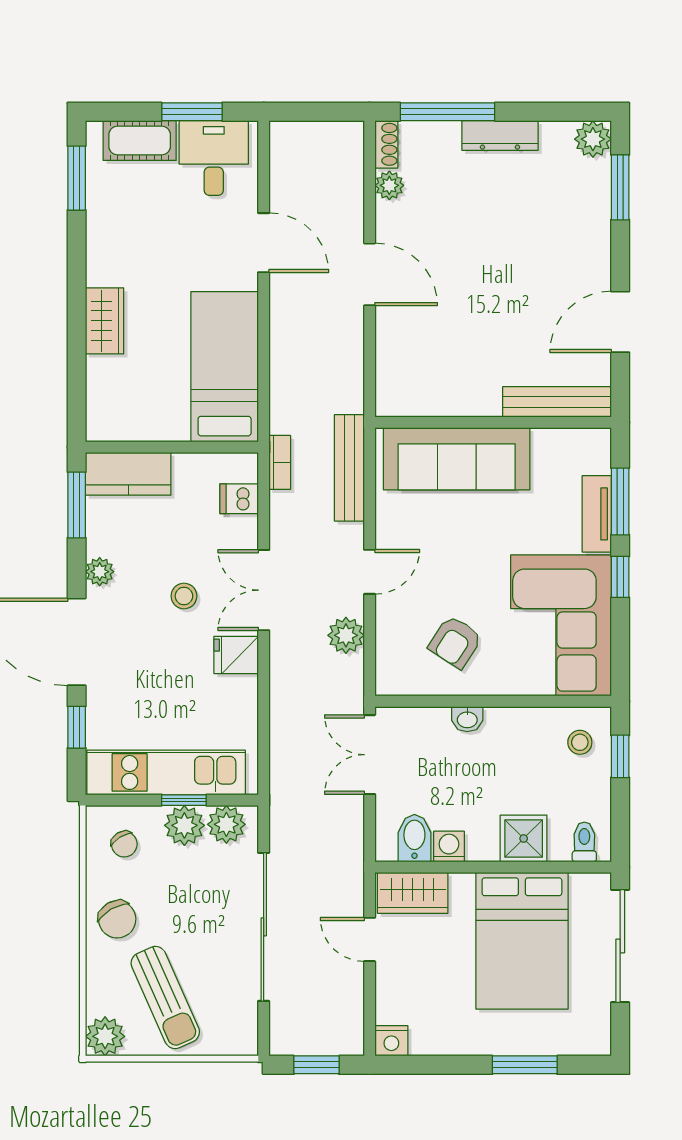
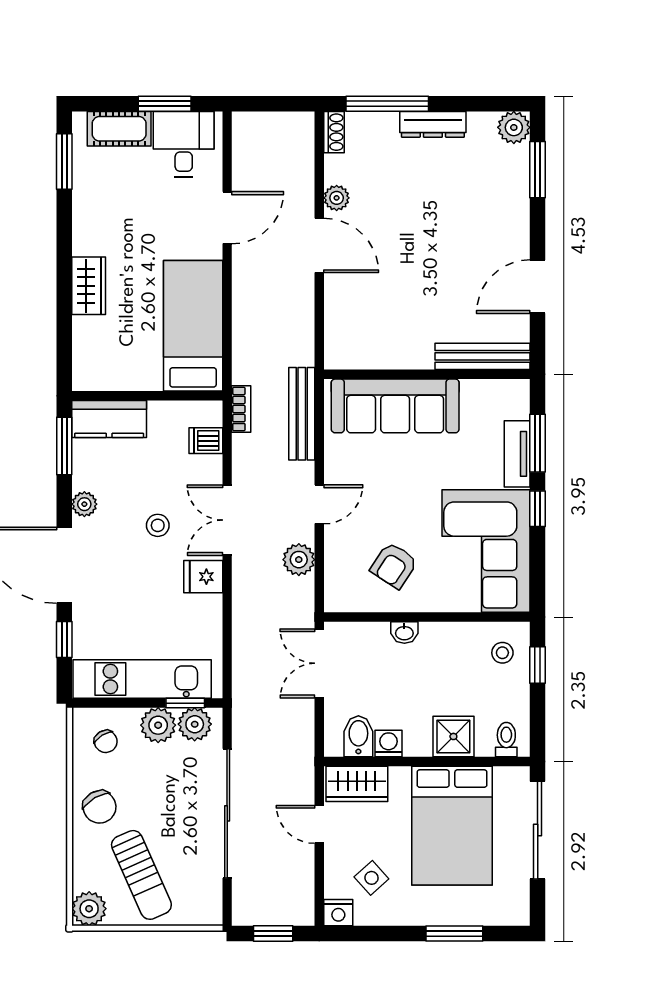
plant: (389, 185) -> (337, 198), moved
door: (264, 243) -> (227, 218), hinge flipped
window: (184, 800) -> (185, 703), moved
side table: (429, 1001) -> (371, 878), added

